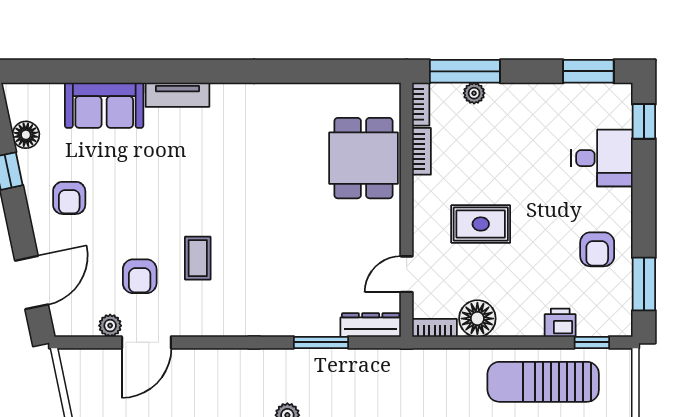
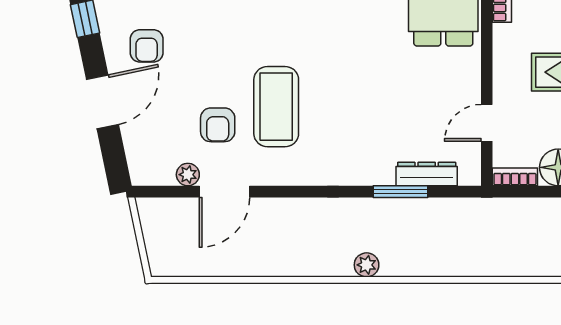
coffee table: (198, 258) -> (276, 107), width x1.86, depth x1.72
door: (32, 283) -> (102, 102), moved
dresser: (371, 325) -> (427, 174), moved

